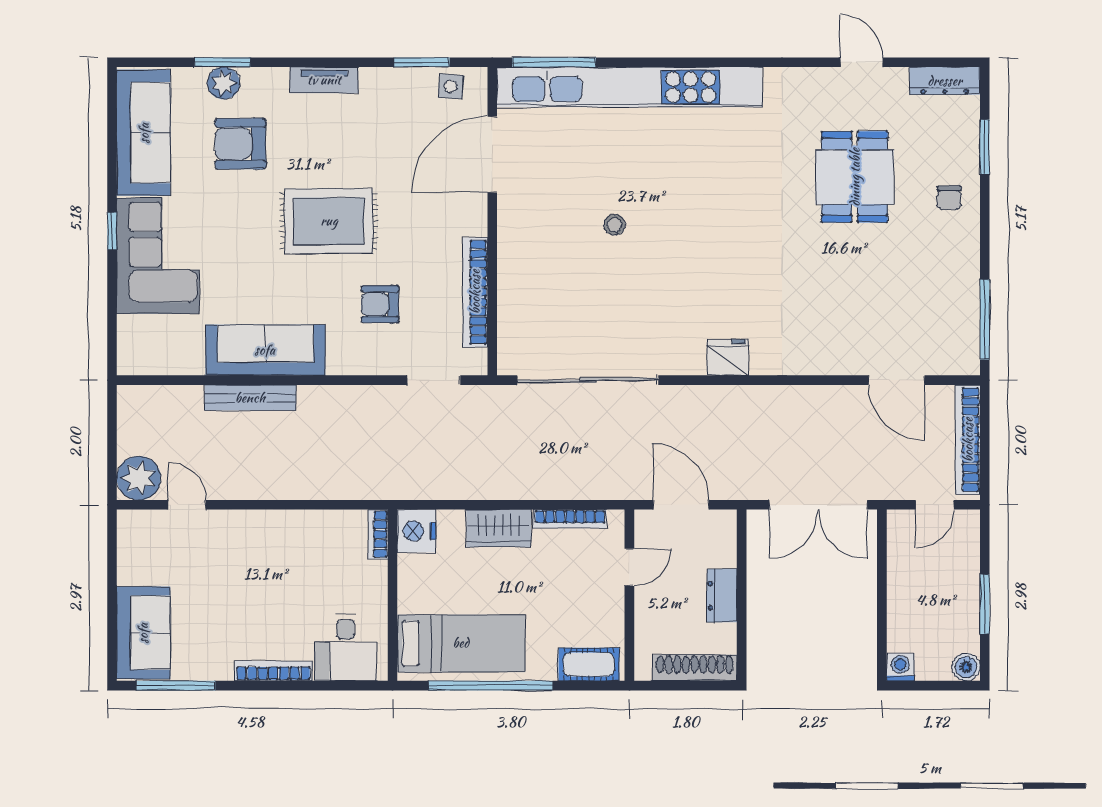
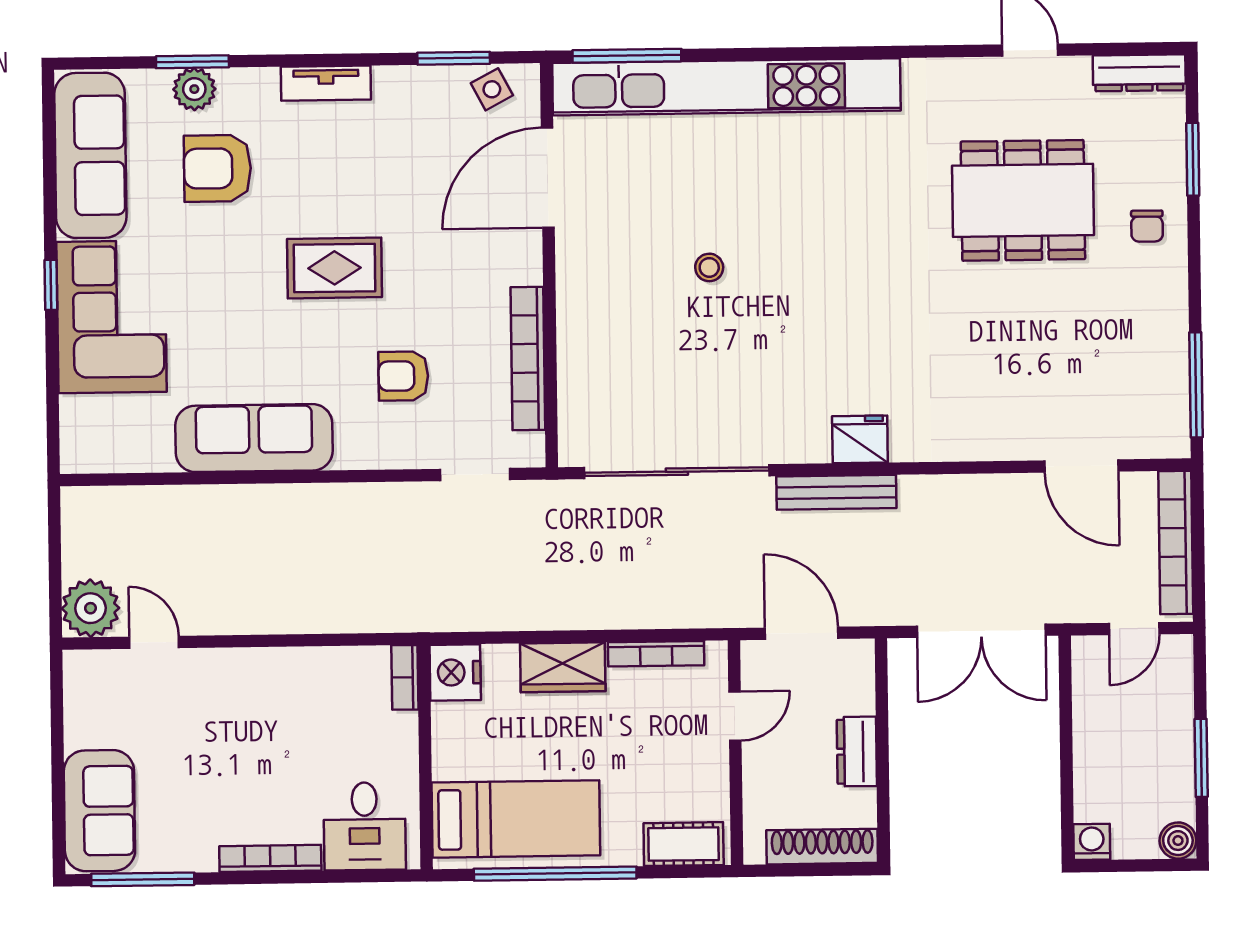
side table: (451, 86) -> (492, 89), turned -32
dining table: (855, 177) -> (1023, 200), width x1.37
rug: (329, 221) -> (334, 268), width x0.73, depth x0.70
bench: (250, 398) -> (836, 492), moved

